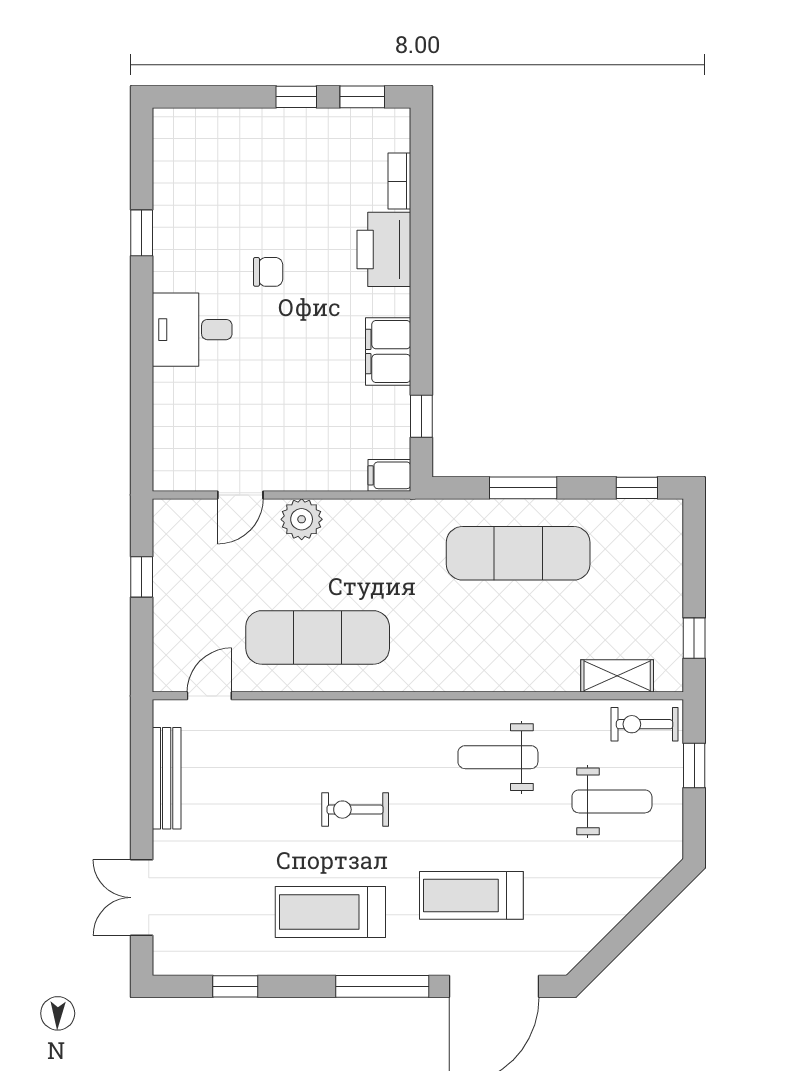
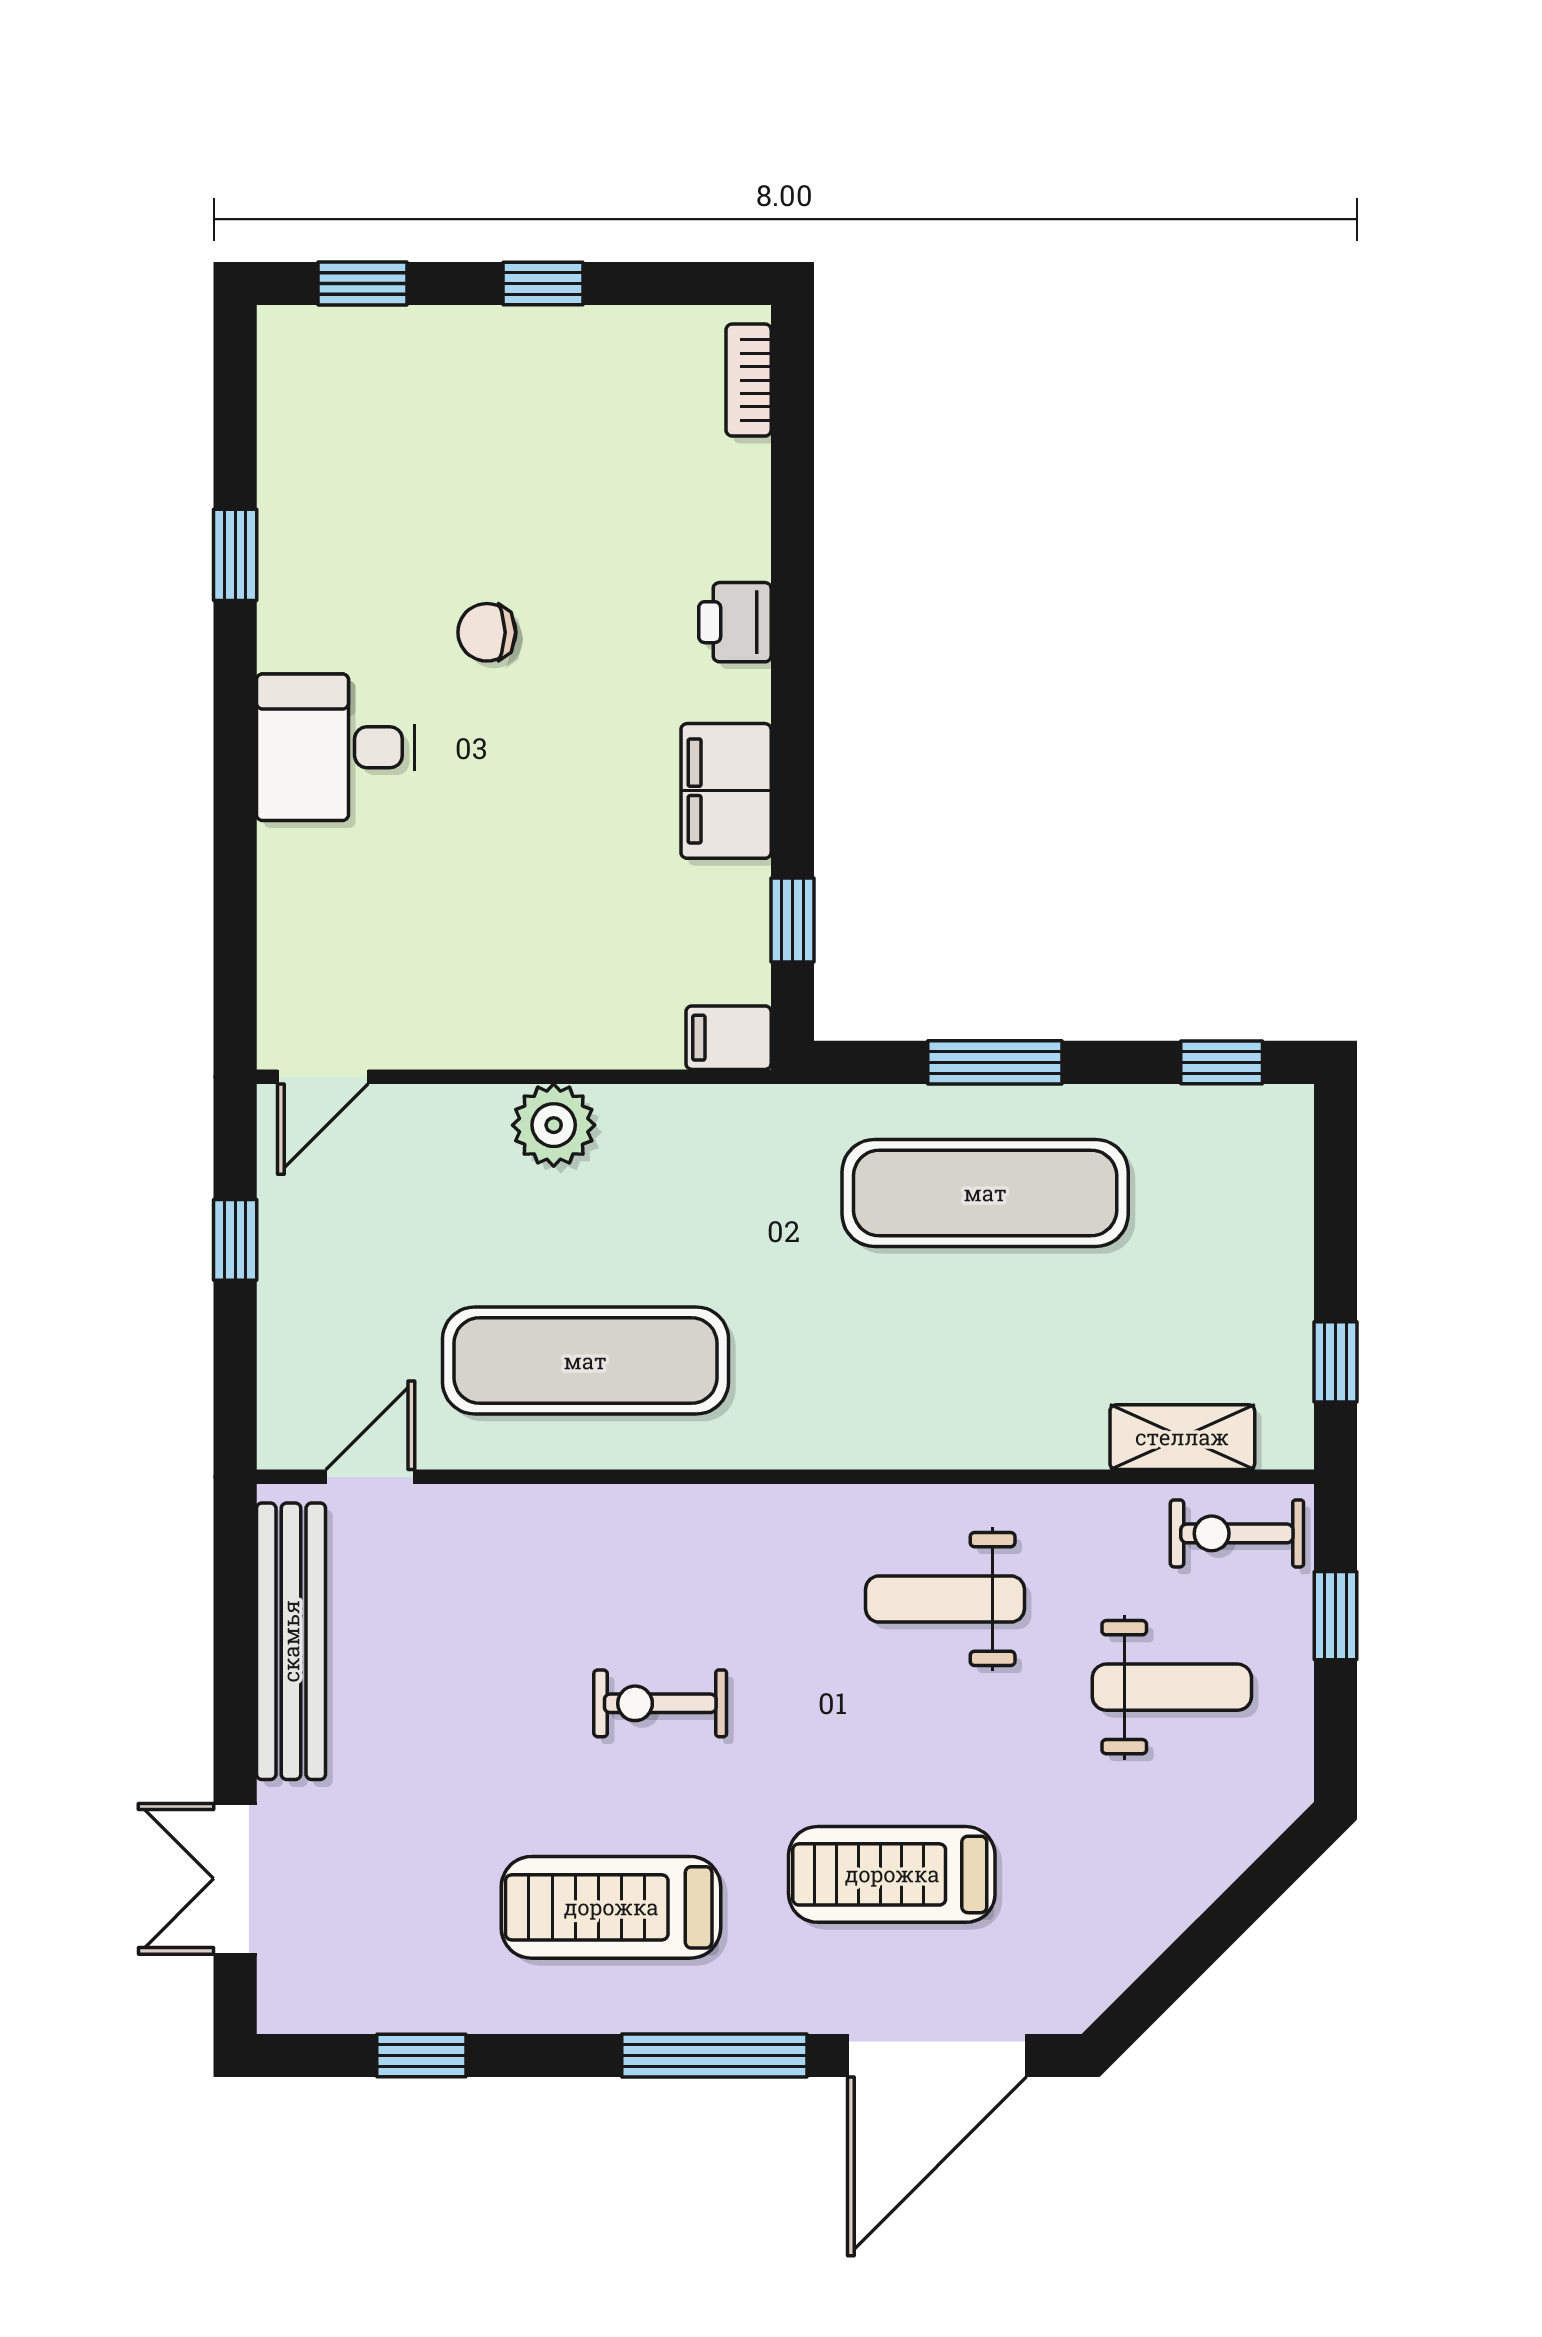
window: (362, 97) -> (363, 284), moved
bookcase: (399, 181) -> (749, 380), moved
printer: (384, 249) -> (735, 622), width x0.53, depth x0.68
chair: (268, 272) -> (487, 632), turned 180
door: (240, 495) -> (323, 1077), moved
bench: (167, 778) -> (291, 1641), width x1.37, depth x1.21

